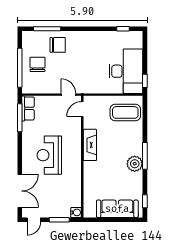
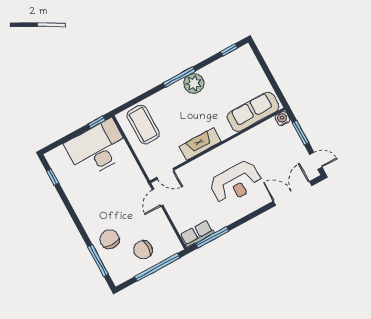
sofa: (117, 209) -> (253, 112), moved, turned 90

